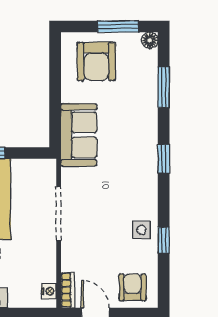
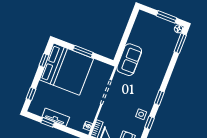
armchair: (96, 61) -> (150, 29), removed
window: (164, 87) -> (180, 43), moved
window: (164, 159) -> (159, 98), moved

